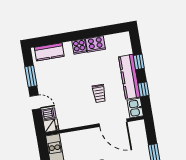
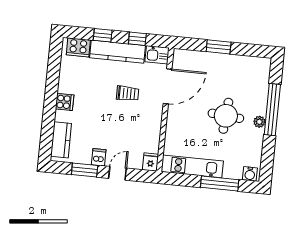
cooker: (95, 44) -> (78, 47), moved, turned 90
dishwasher: (49, 114) -> (99, 157), moved

